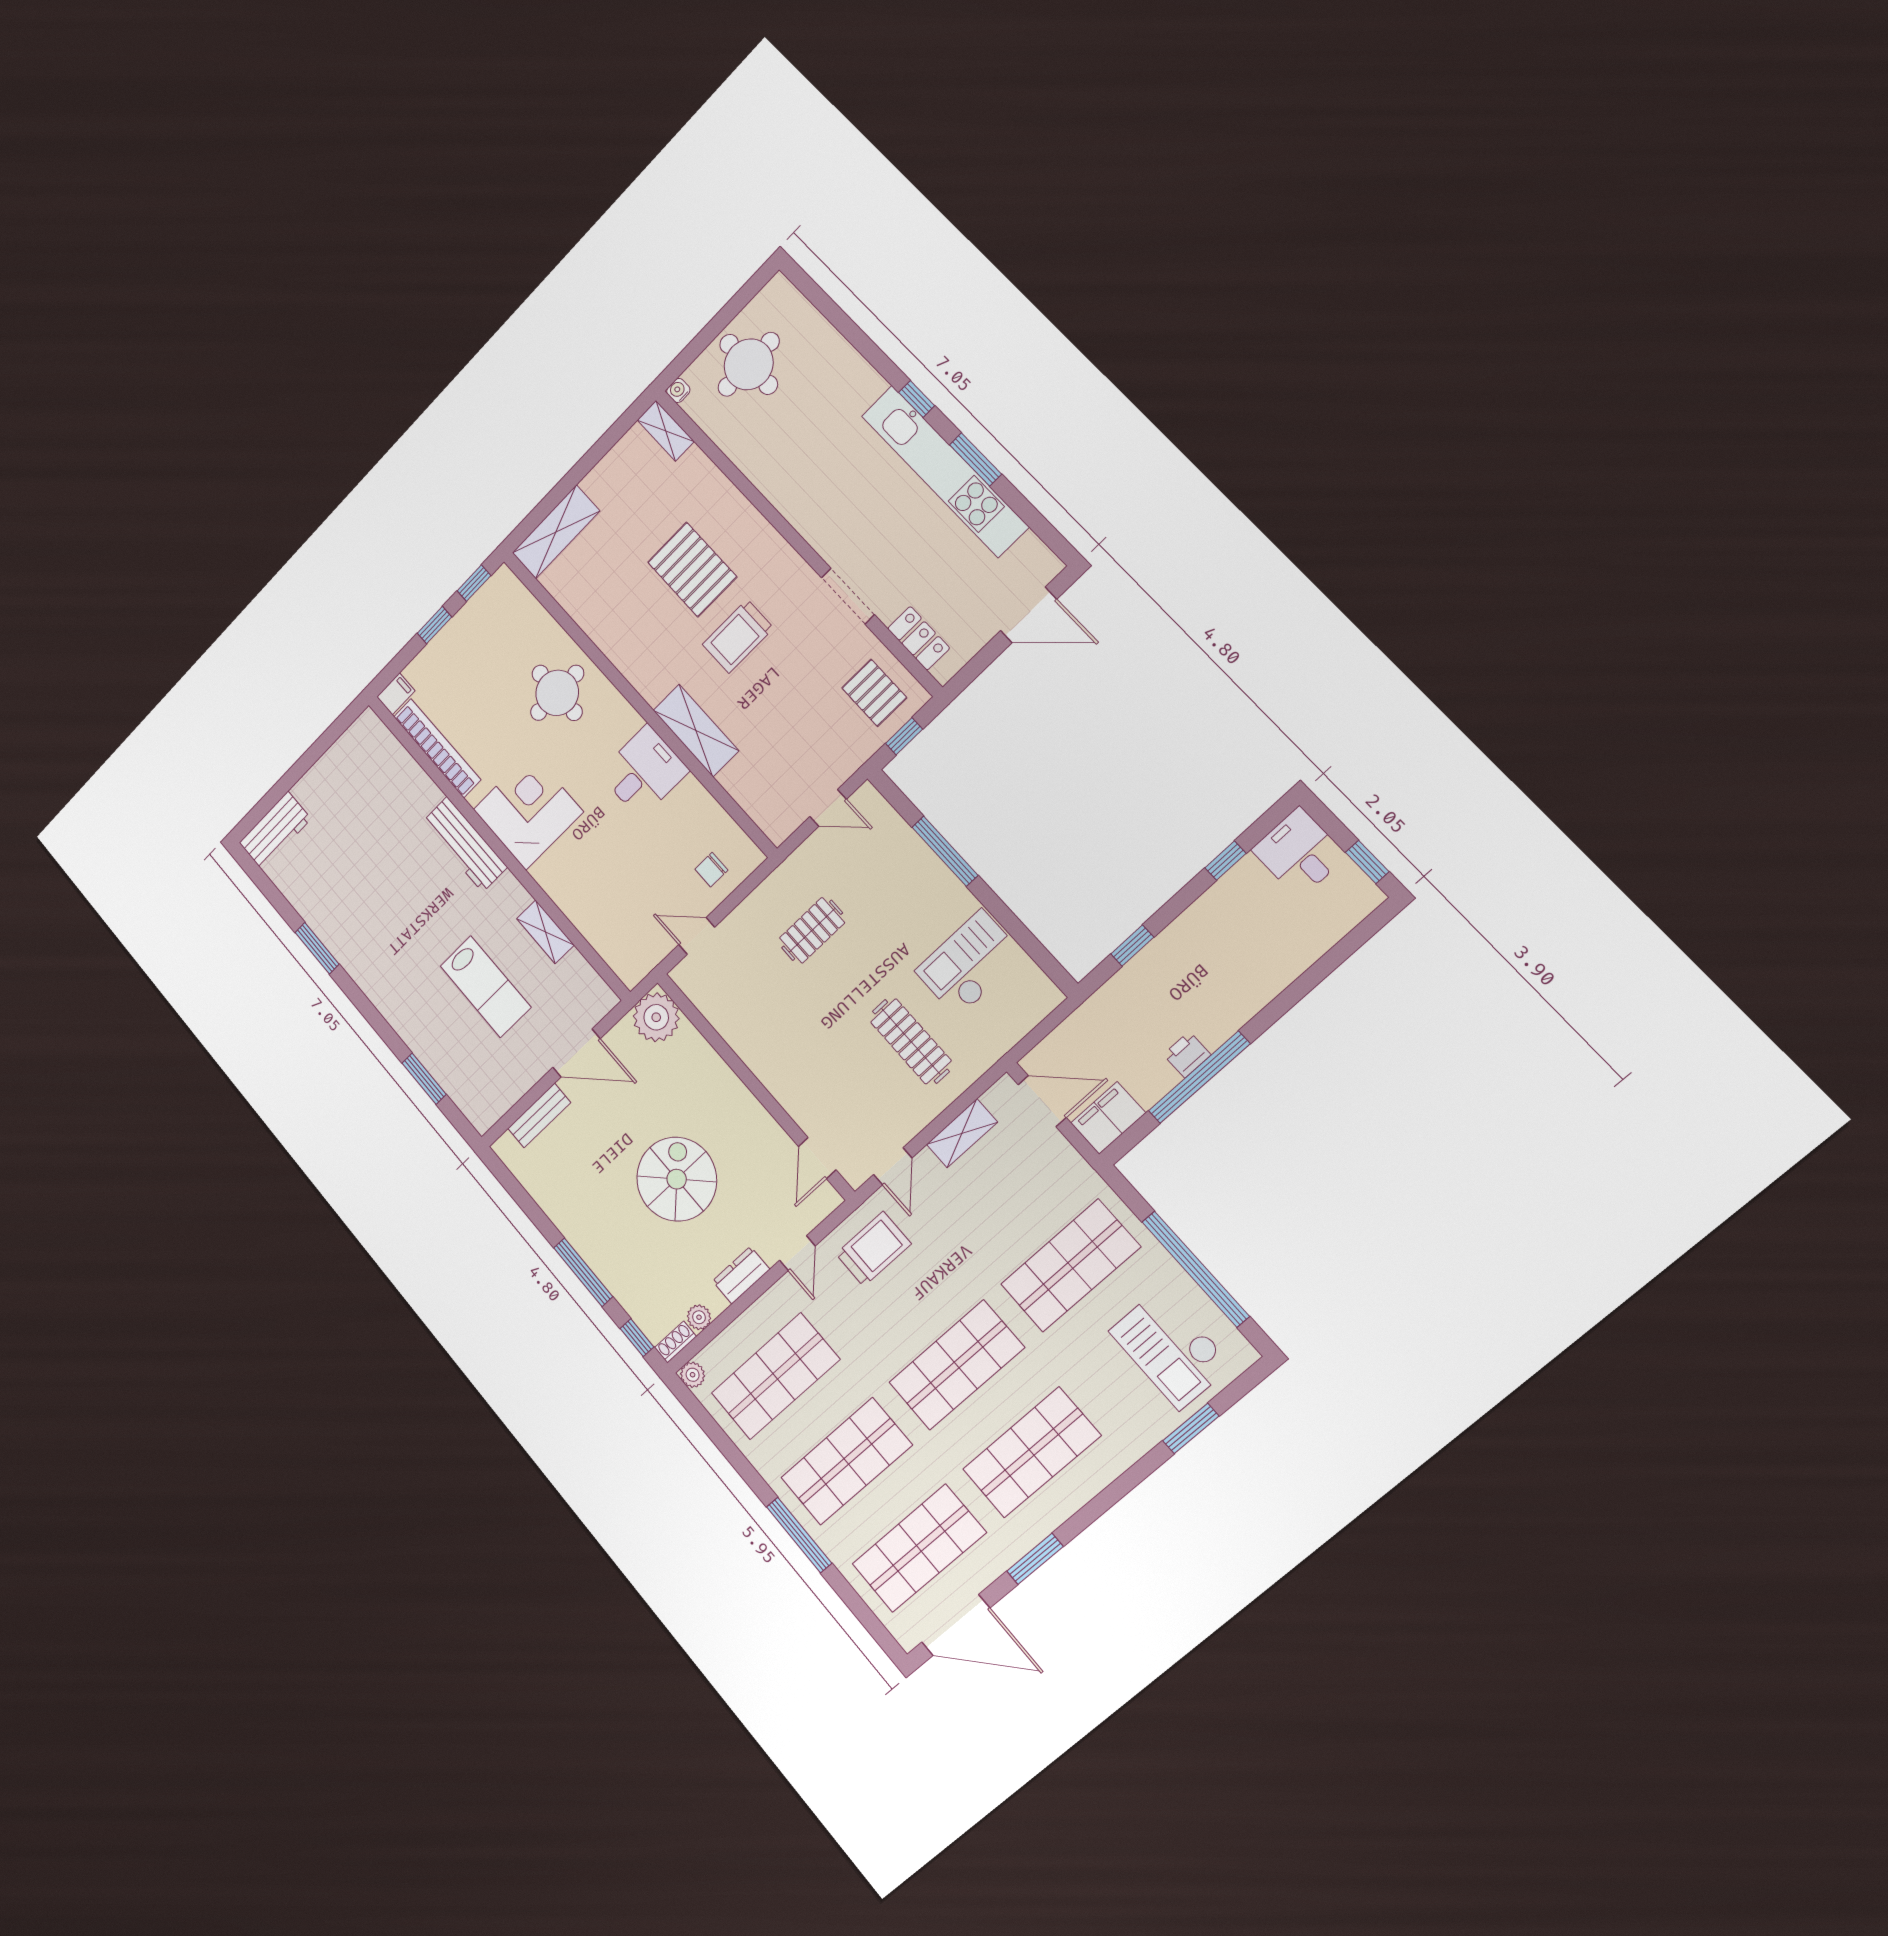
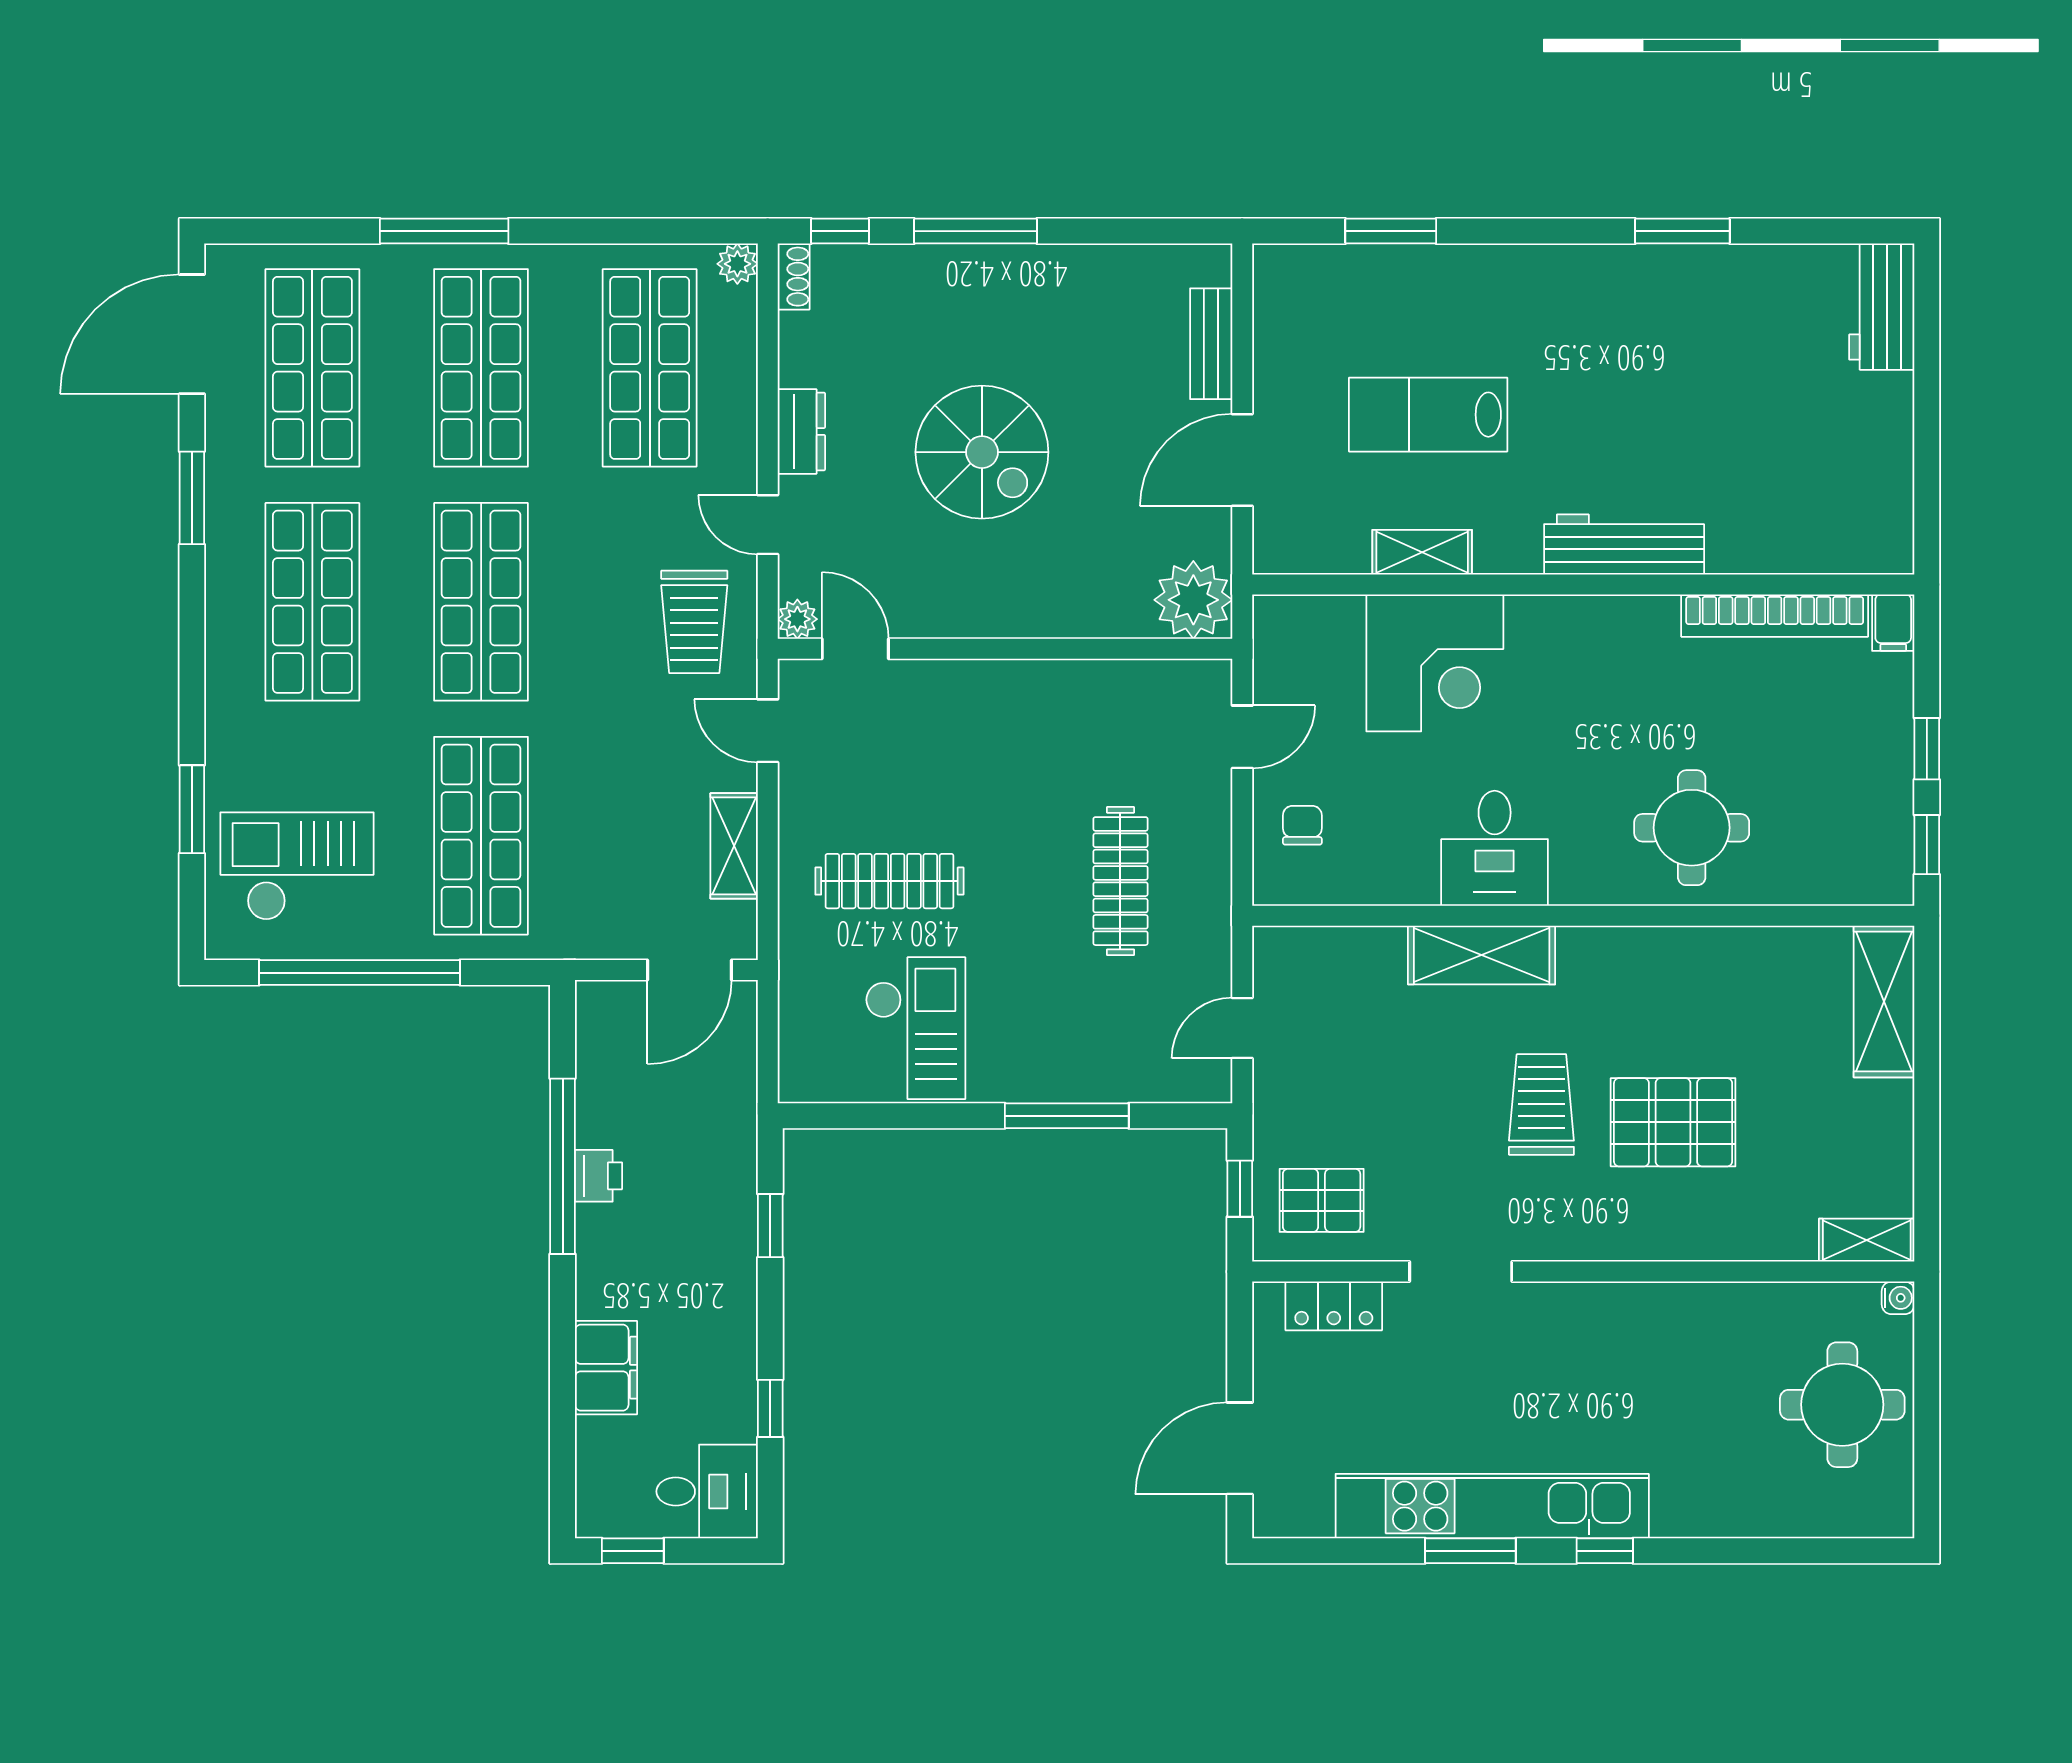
corner desk: (528, 811) -> (1435, 663), moved
clothes rail: (812, 930) -> (1120, 881), width x1.36
filing cabinet: (1108, 1118) -> (606, 1368), moved
plant: (699, 1317) -> (797, 619), moved

